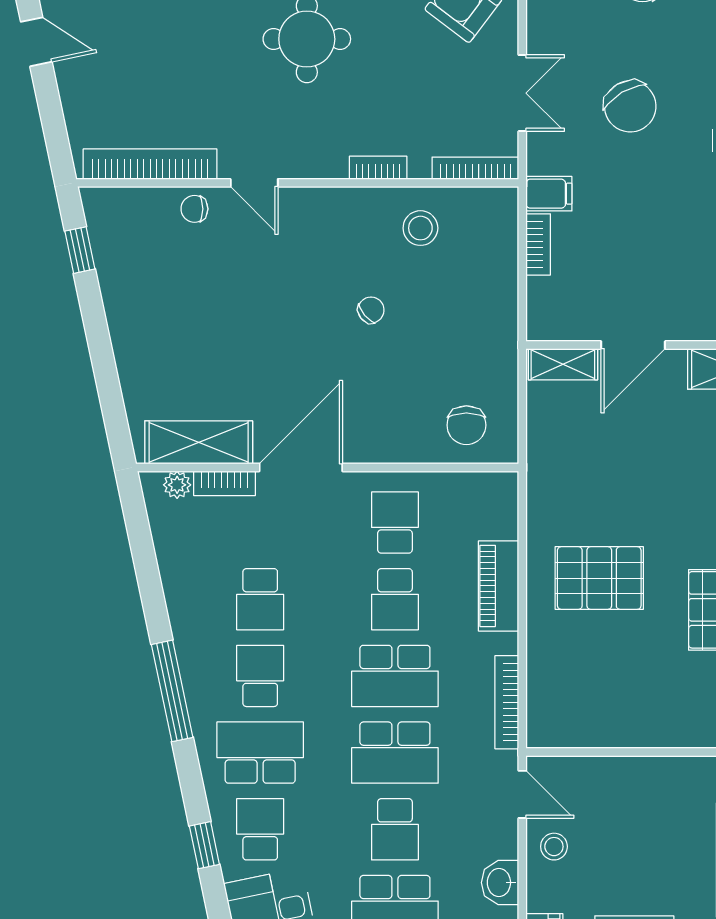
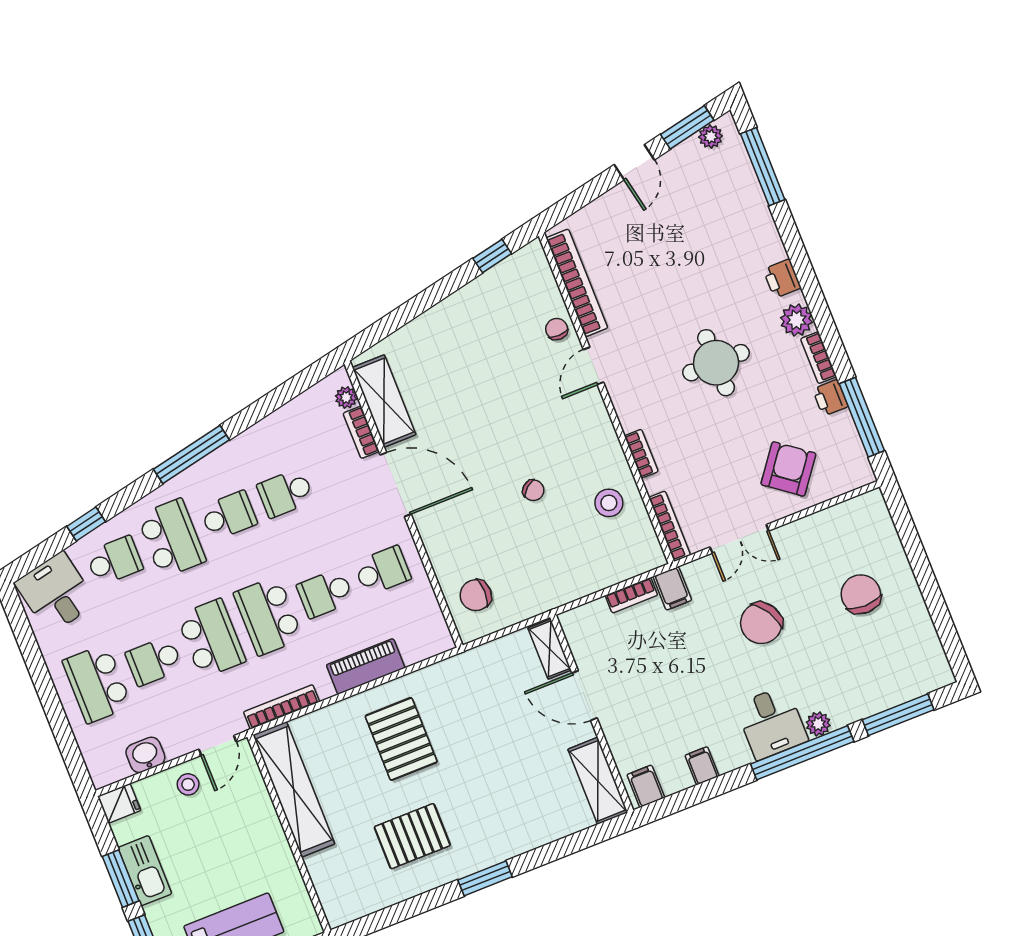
shelving: (608, 726) -> (294, 789), added
school desk: (395, 753) -> (211, 638), turned 180

